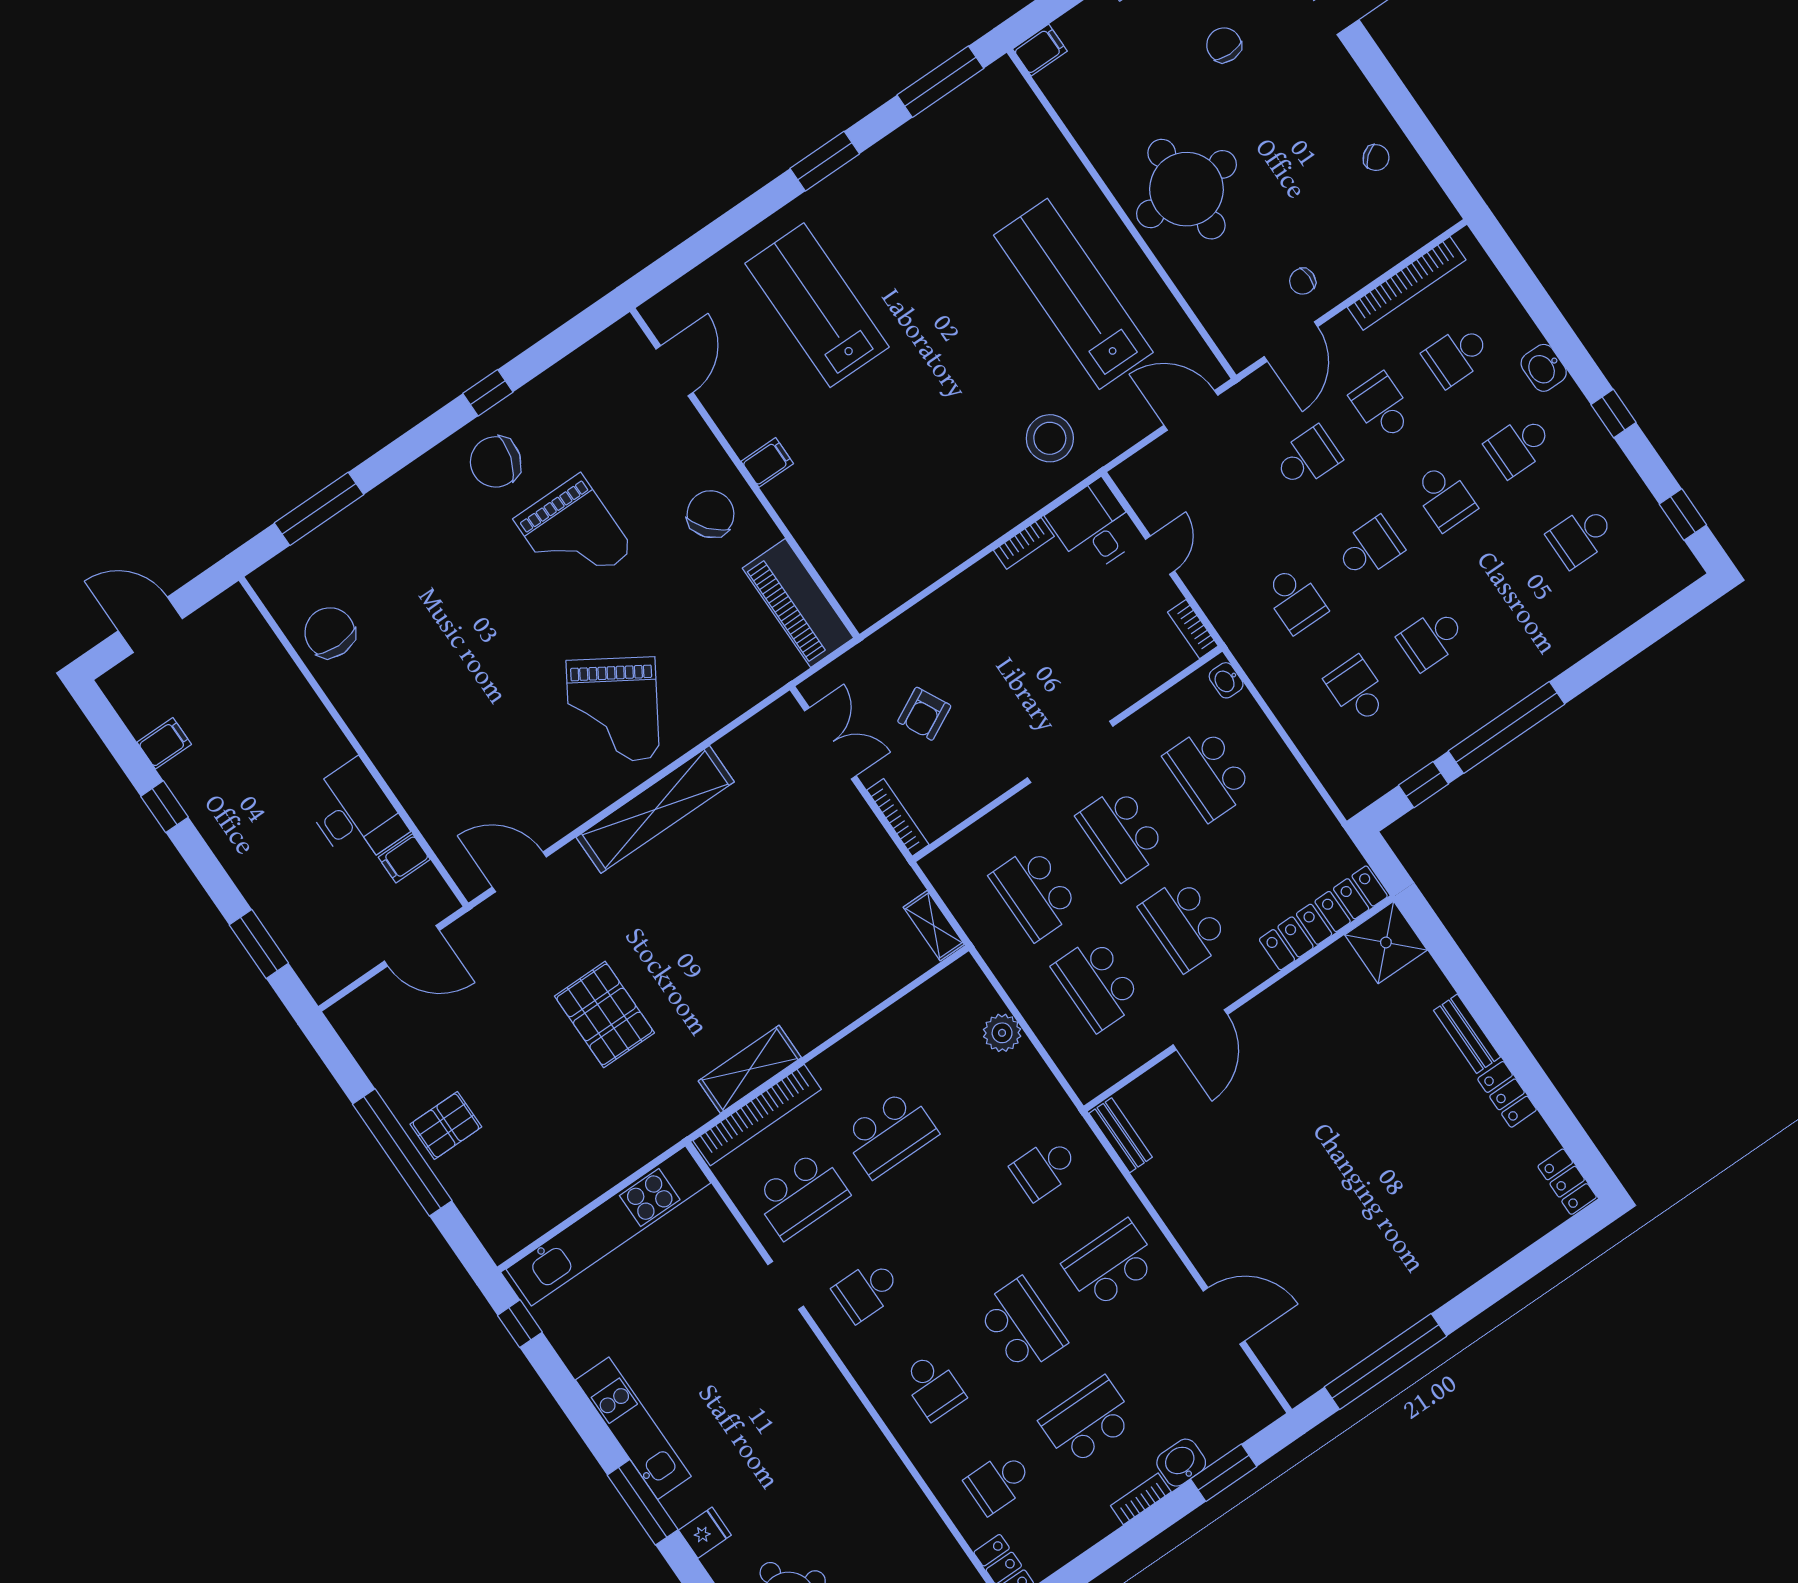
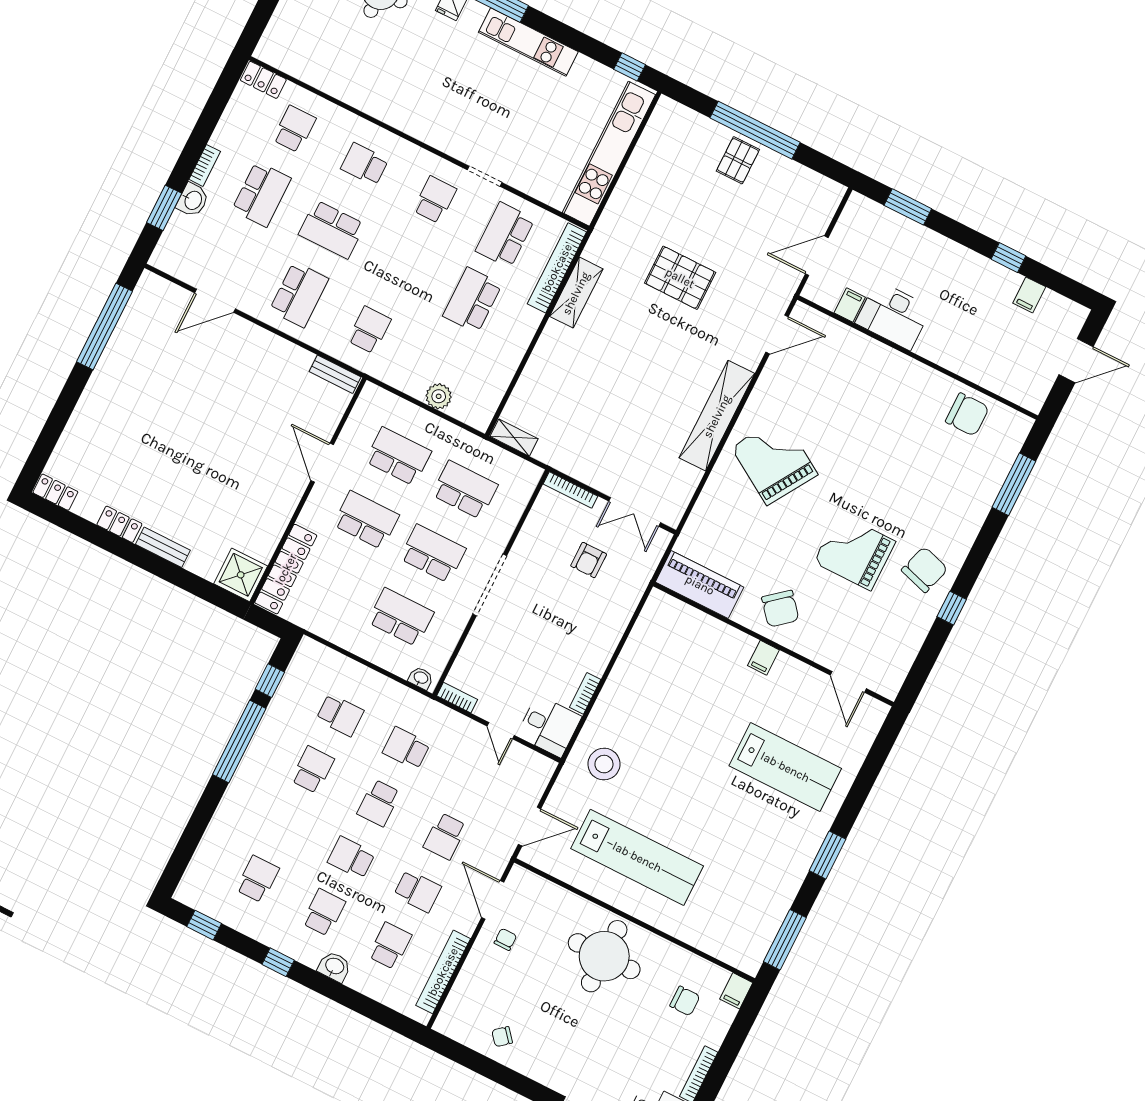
chair: (1224, 45) -> (685, 1001), moved
armchair: (924, 714) -> (589, 560), turned -153

